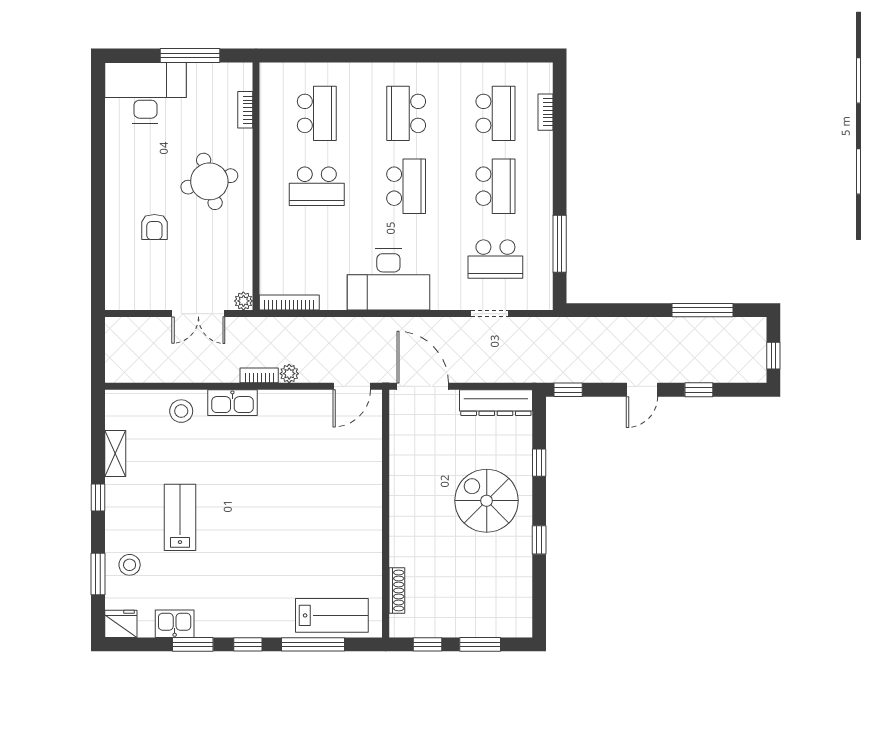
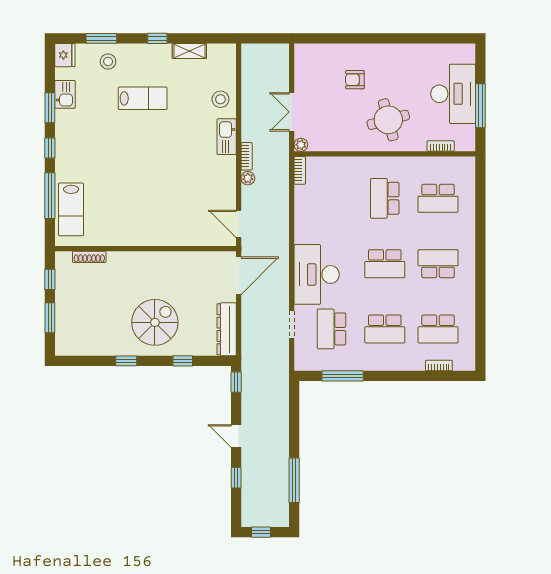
desk: (145, 93) -> (453, 94), moved
desk: (388, 279) -> (317, 274), moved
bookcase: (289, 303) -> (300, 170), width x0.64

